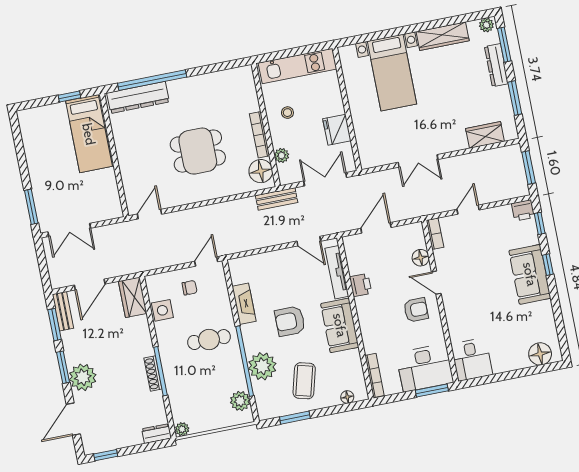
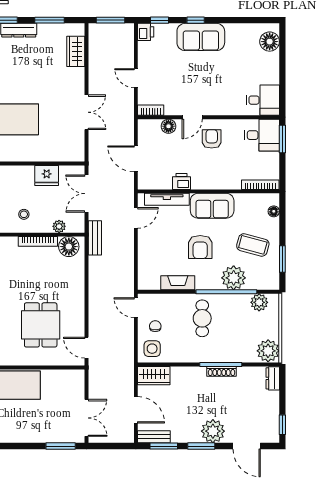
dining table: (198, 151) -> (41, 325), moved
side table: (162, 310) -> (152, 349), moved
desk: (425, 368) -> (262, 135), width x0.73
plant: (182, 429) -> (268, 351), width x1.87, depth x1.87

